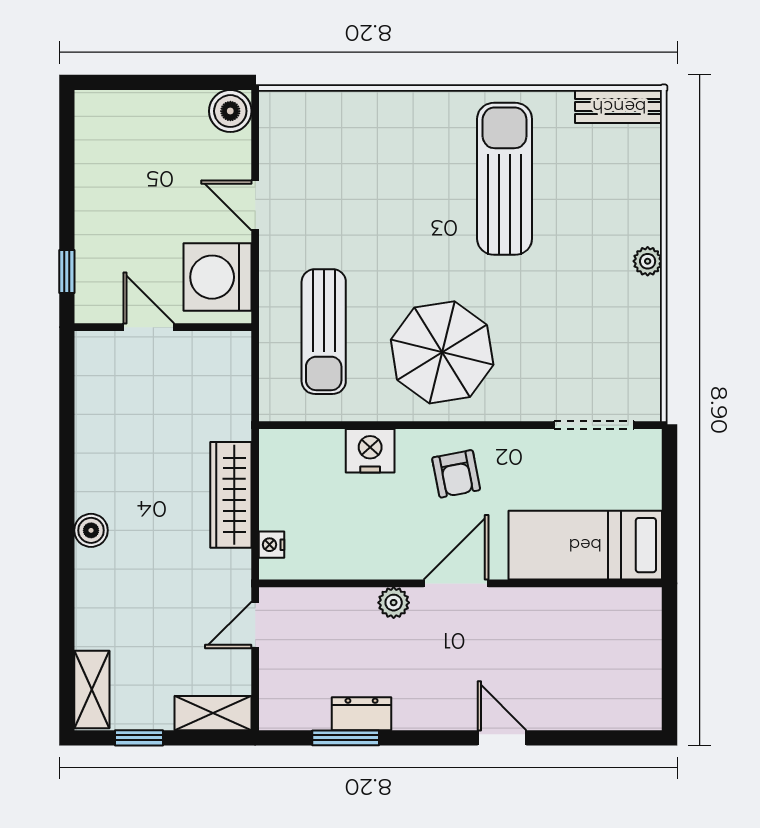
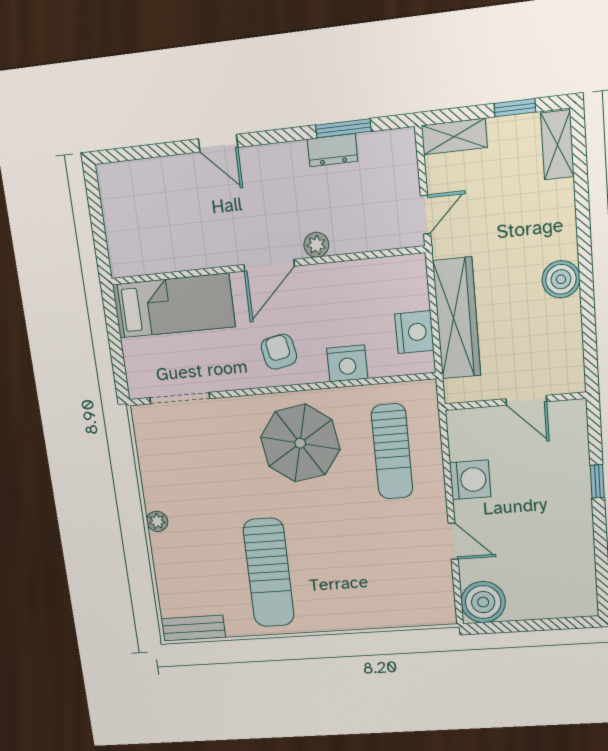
boiler: (230, 111) -> (483, 602), width x1.37, depth x1.37
washing machine: (217, 277) -> (470, 480), width x0.73, depth x0.73
door: (149, 327) -> (526, 400), moved
wall: (163, 327) -> (515, 401), moved
sun lounger: (324, 332) -> (392, 451), turned 180
wardrobe: (231, 495) -> (457, 318), width x1.40, depth x1.17
boiler: (91, 530) -> (561, 279), width x1.36, depth x1.36
nightstand: (271, 545) -> (414, 332), moved, width x1.89, depth x1.79

